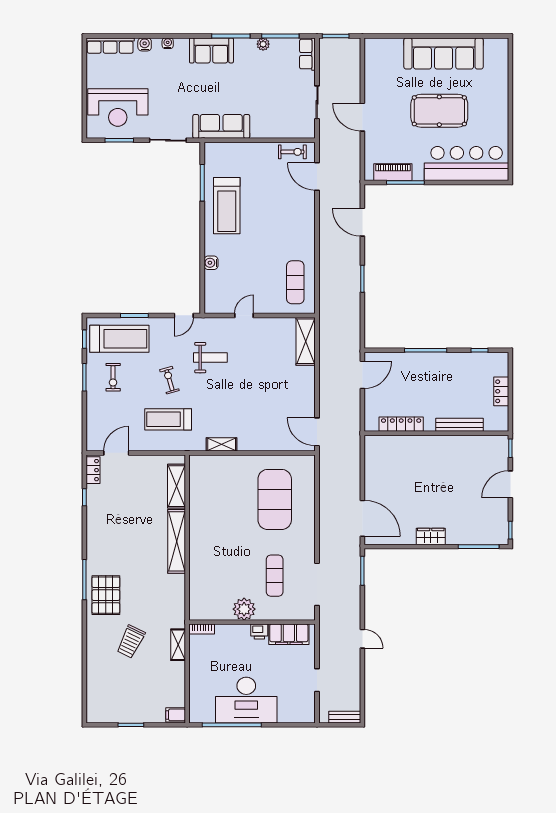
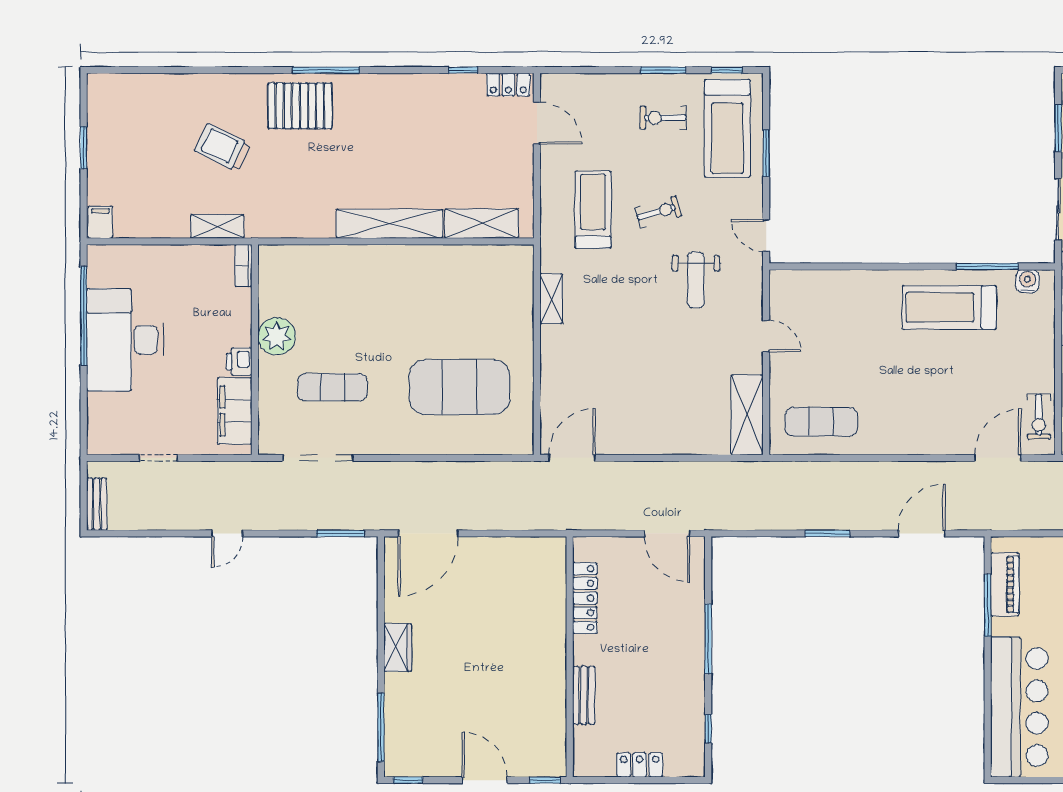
water cooler: (211, 263) -> (1028, 281), moved
shelving: (306, 341) -> (747, 415), moved, turned 90
bench: (459, 425) -> (584, 695), width x0.73

